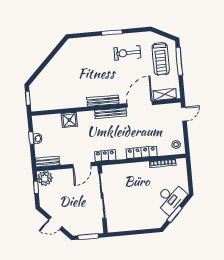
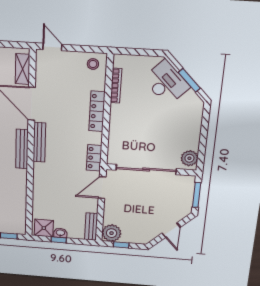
shower: (69, 120) -> (44, 228), moved
door: (82, 165) -> (102, 188), swing flipped
plant: (116, 226) -> (189, 158), added

